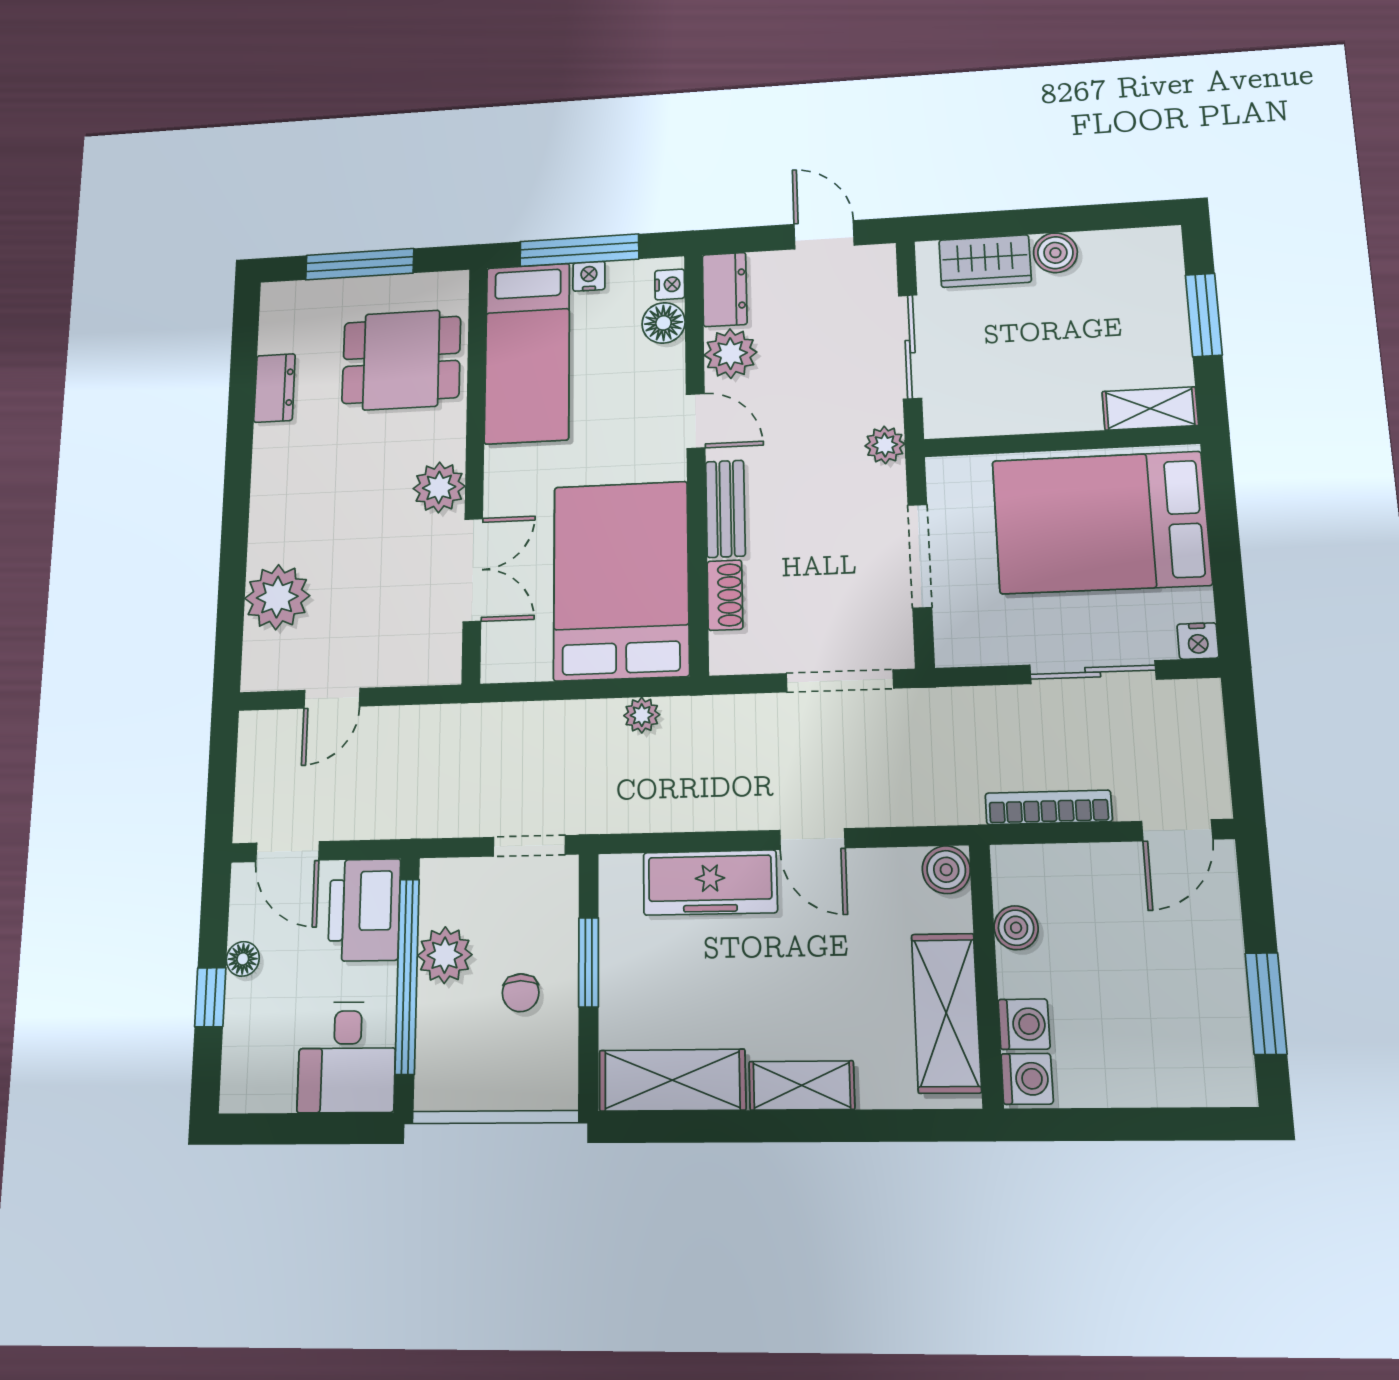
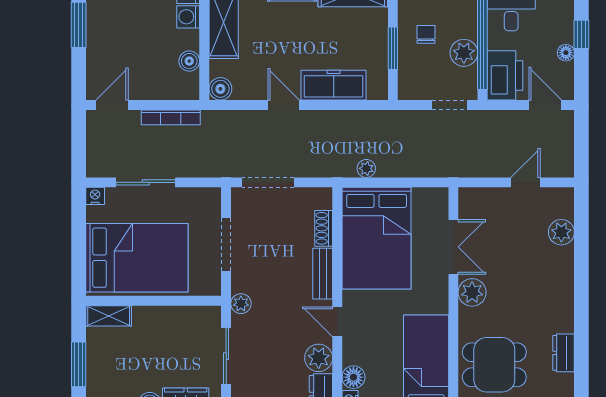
double door: (473, 570) -> (453, 247), swing flipped
plant: (277, 597) -> (561, 232), width x0.73, depth x0.73
doorway: (529, 846) -> (450, 105), moved

